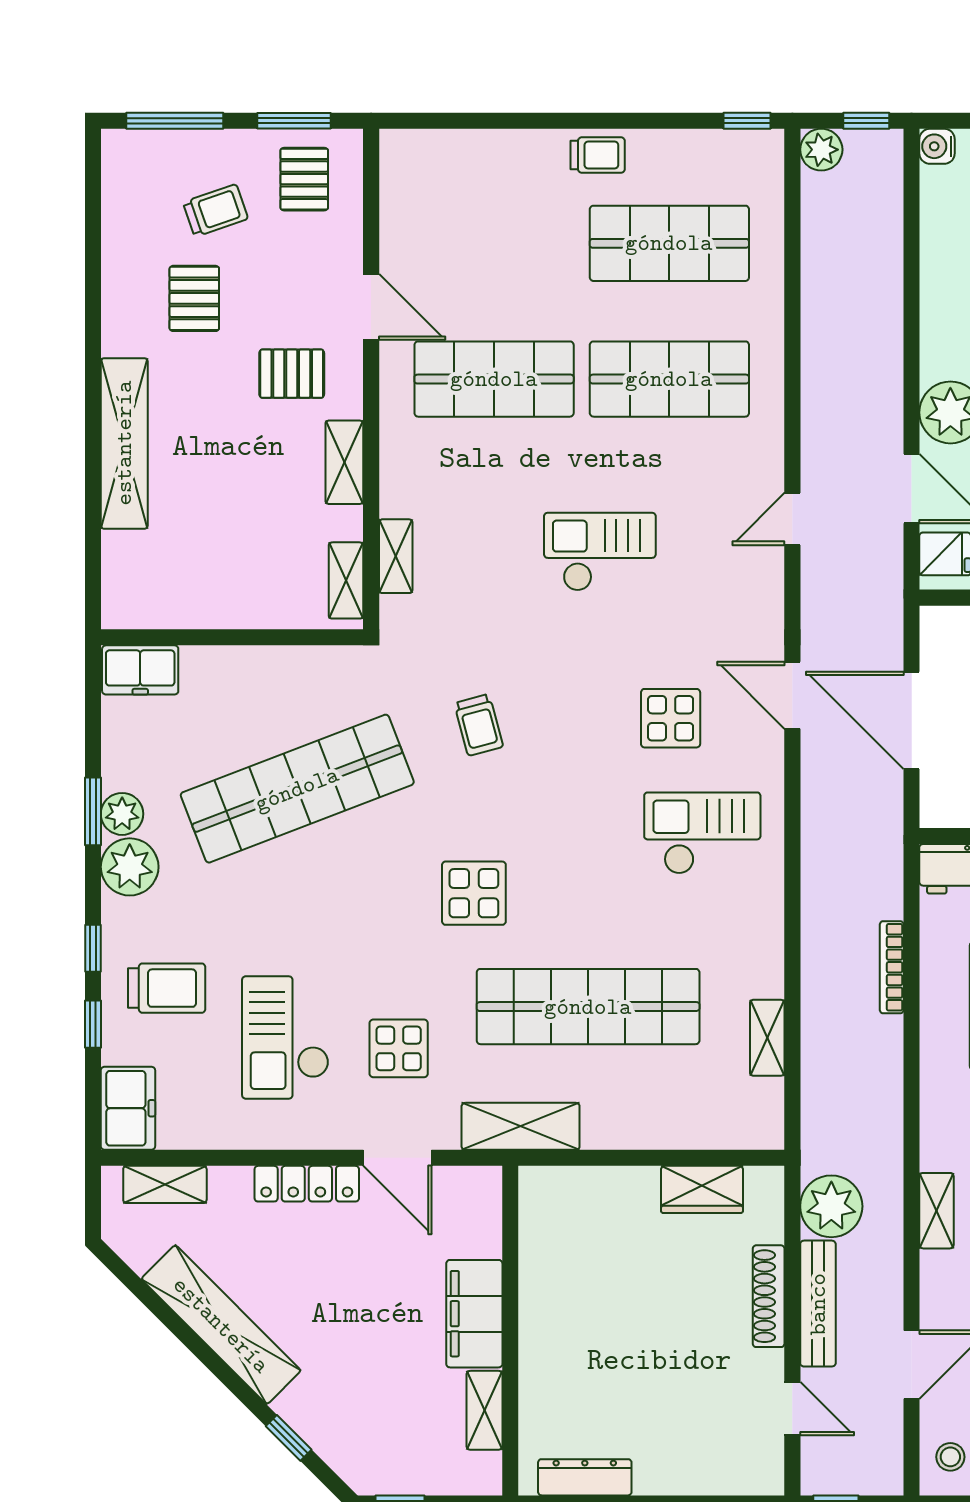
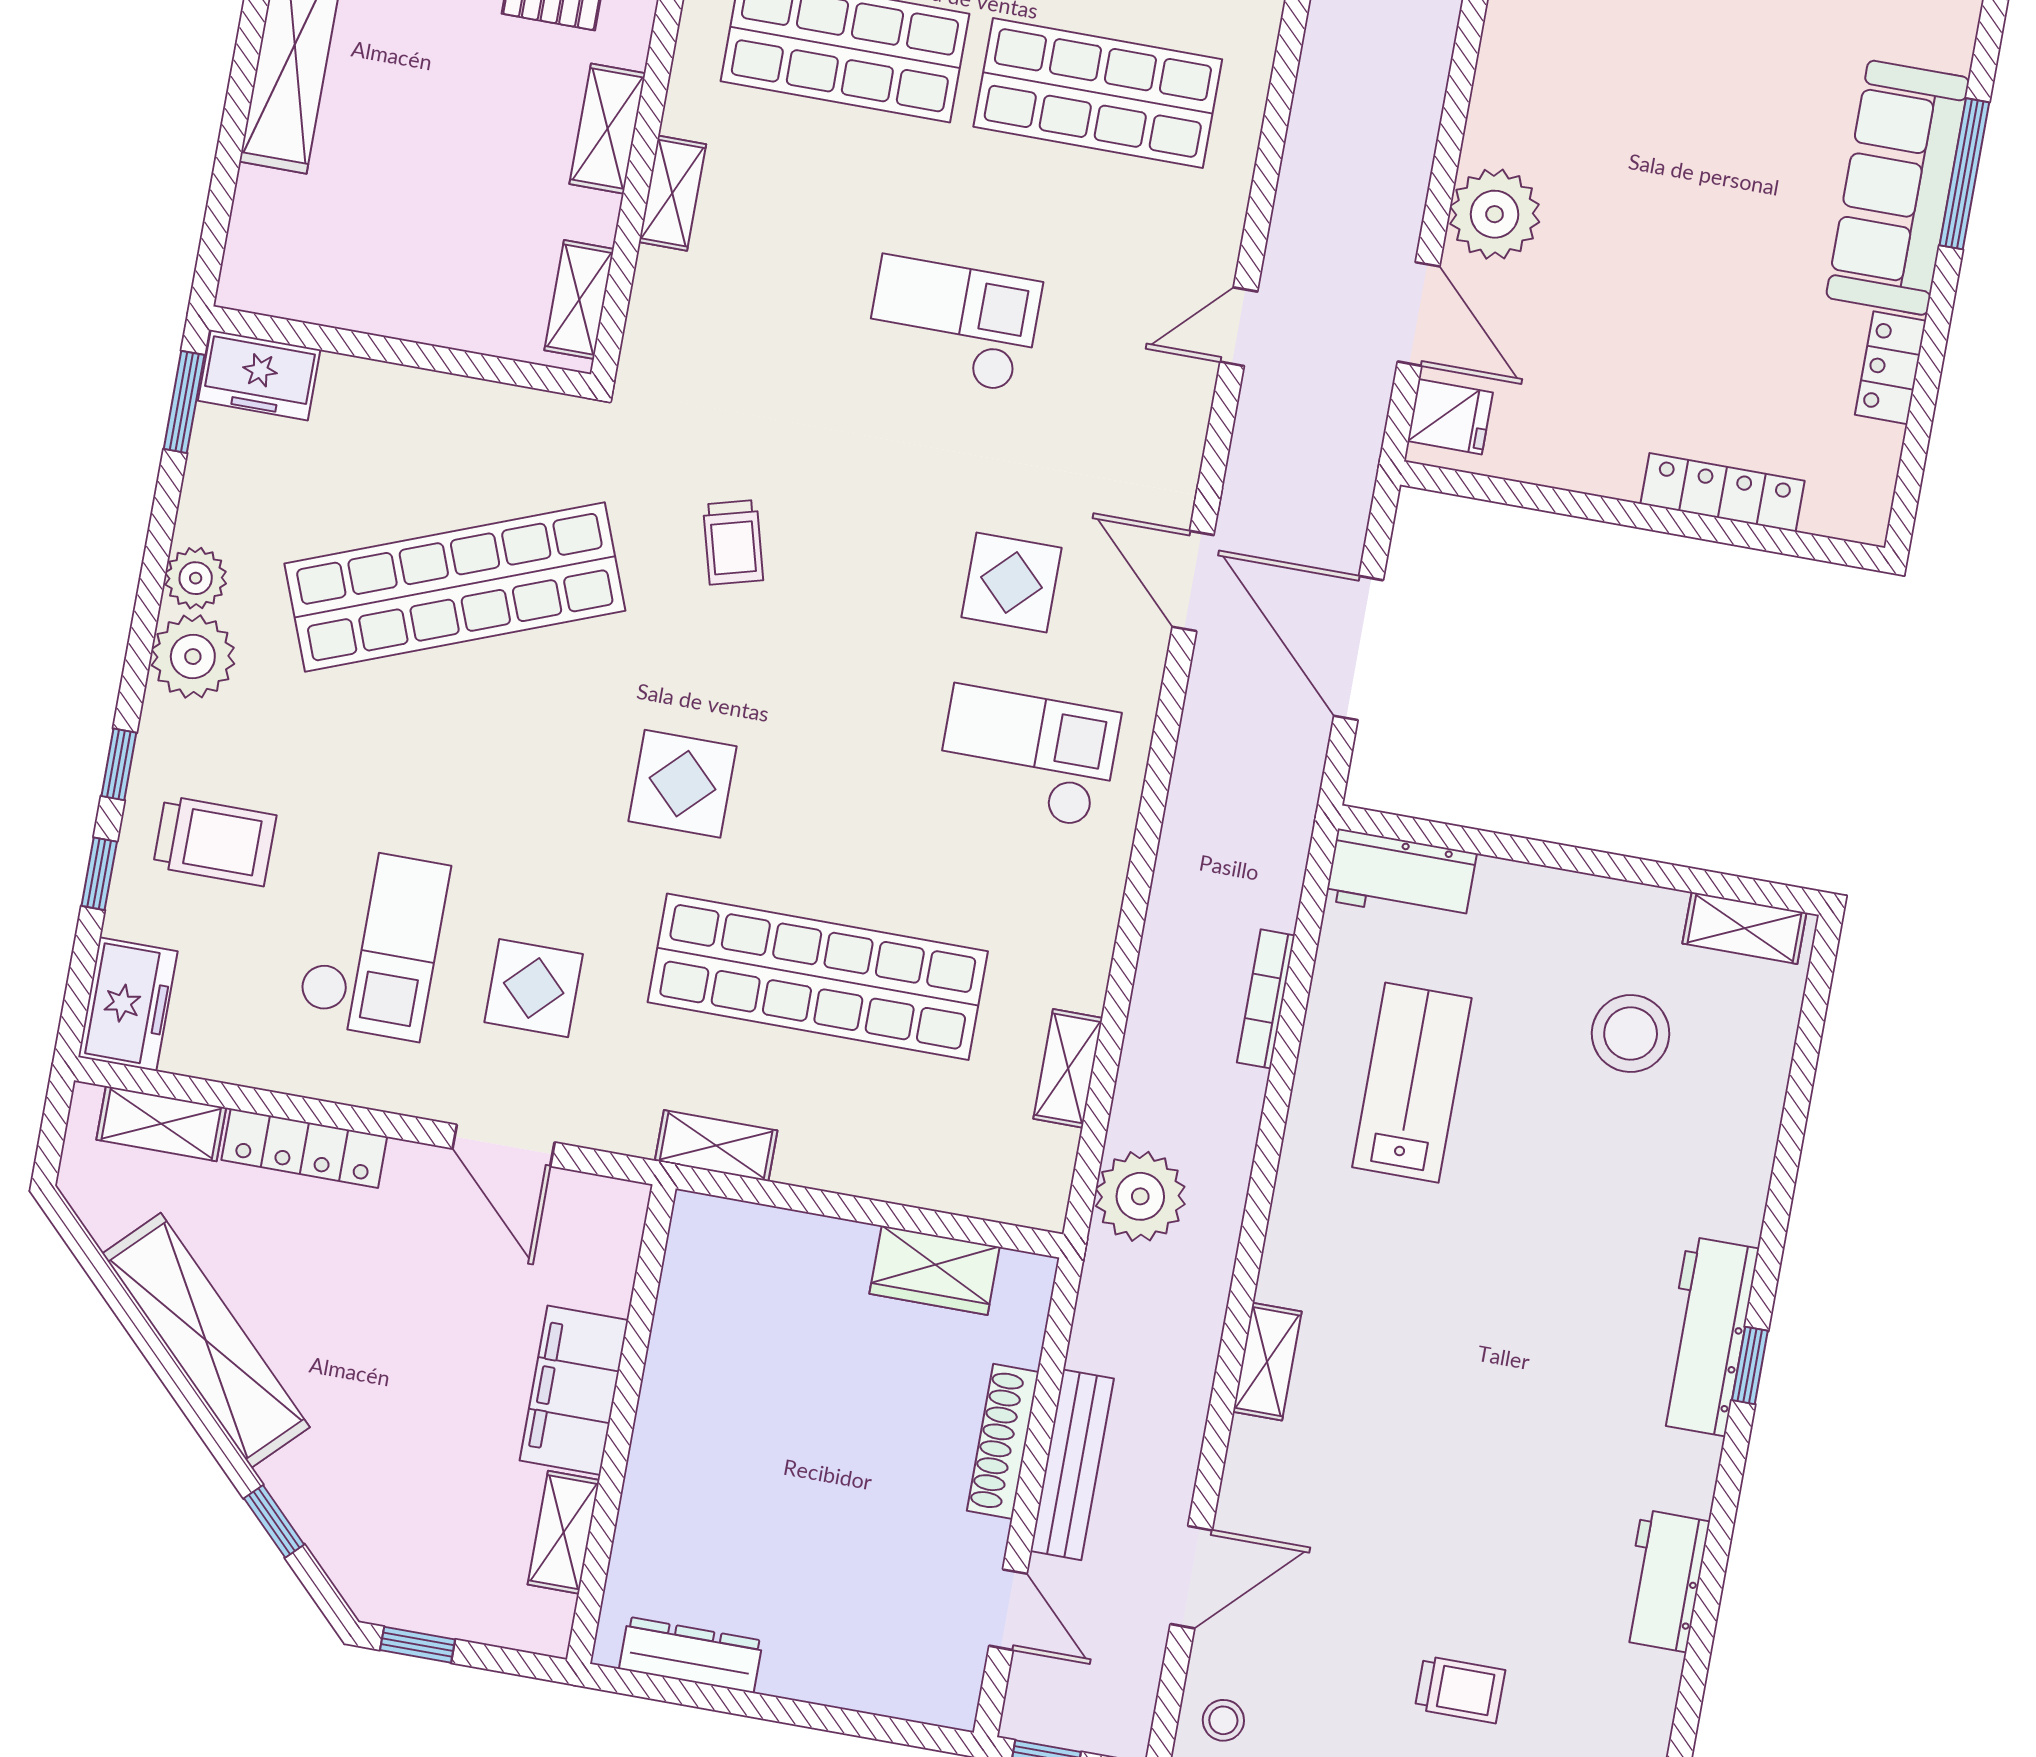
shelving: (396, 556) -> (672, 193), moved
window: (93, 811) -> (184, 402), moved
checkout: (285, 1037) -> (373, 943), turned 180
shelving: (521, 1126) -> (716, 1146), width x0.67, depth x0.75
locker: (307, 1184) -> (304, 1148), moved
plant: (831, 1206) -> (1140, 1196), moved

